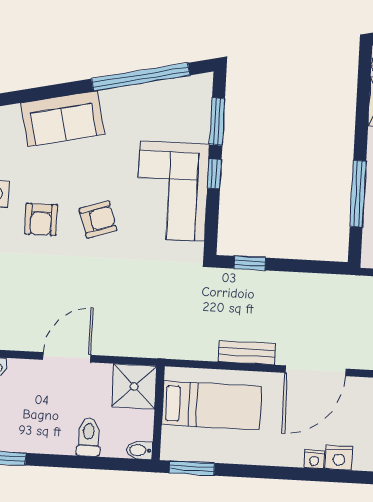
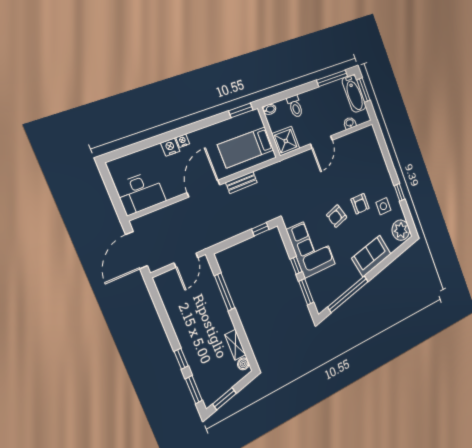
armchair: (41, 219) -> (360, 204), turned 180

